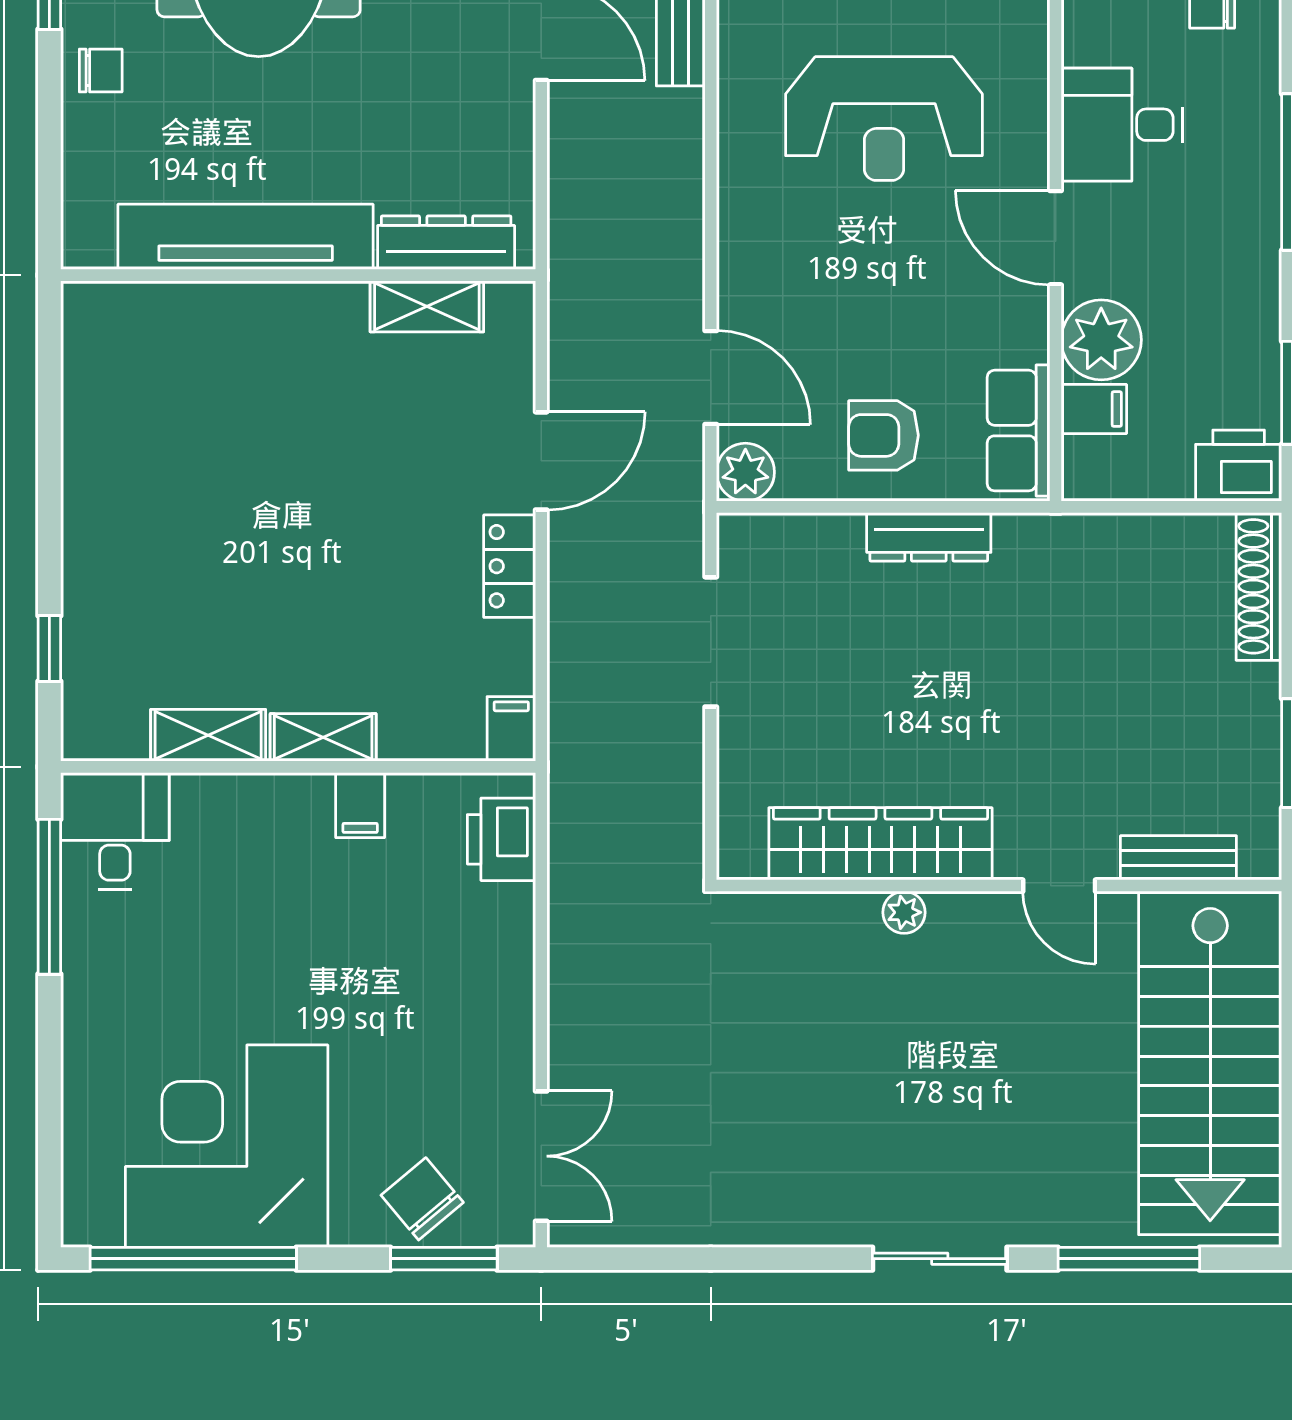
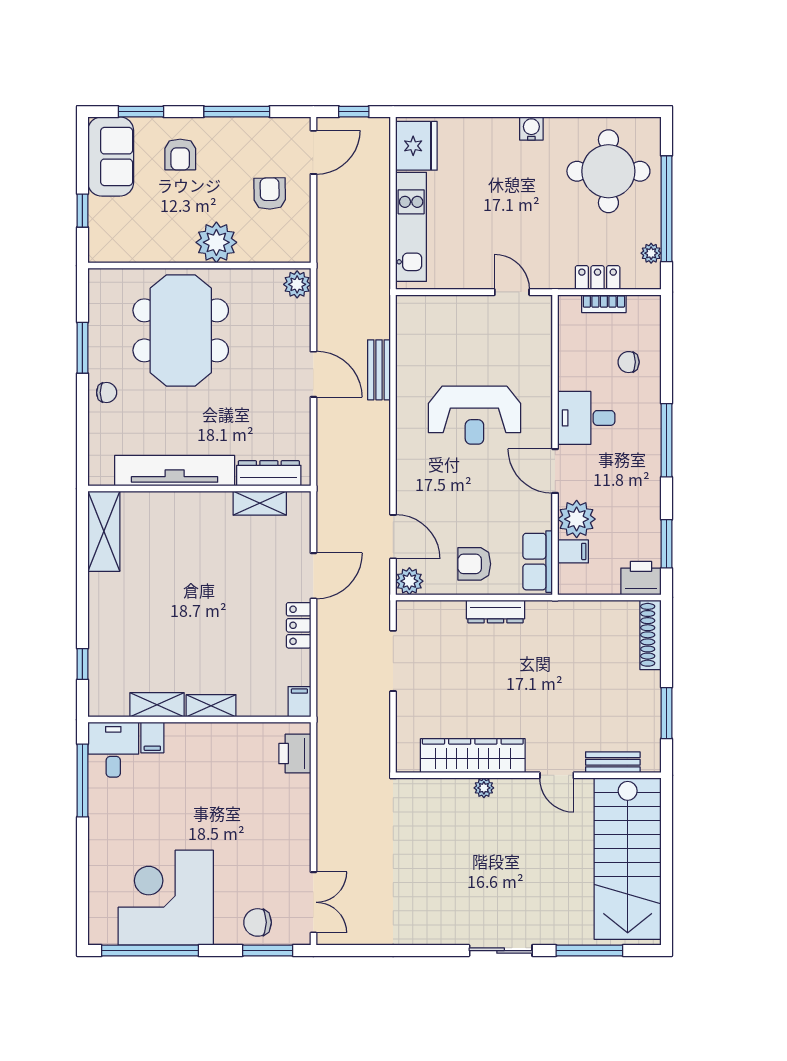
shelving: (95, 366) -> (104, 531), added
filing cabinet: (360, 805) -> (152, 738), moved
chair: (422, 1199) -> (258, 922), turned -50

